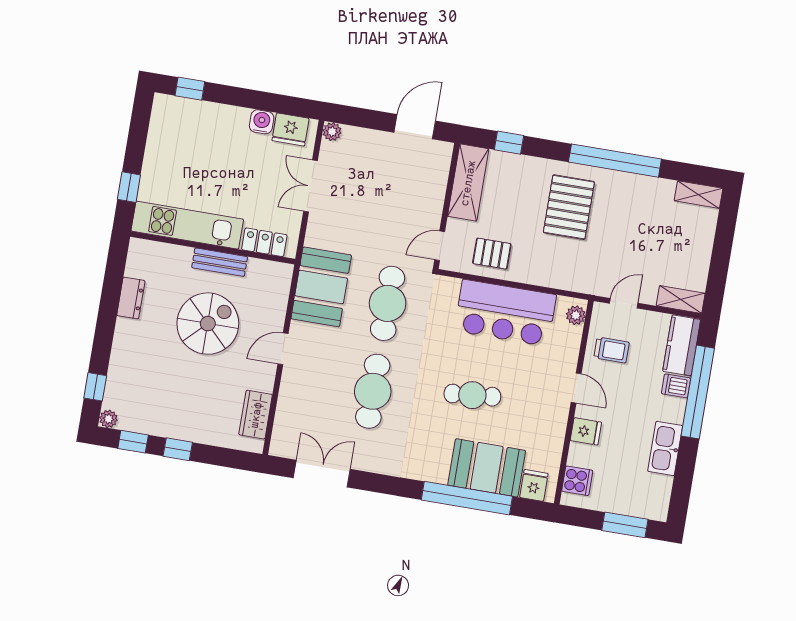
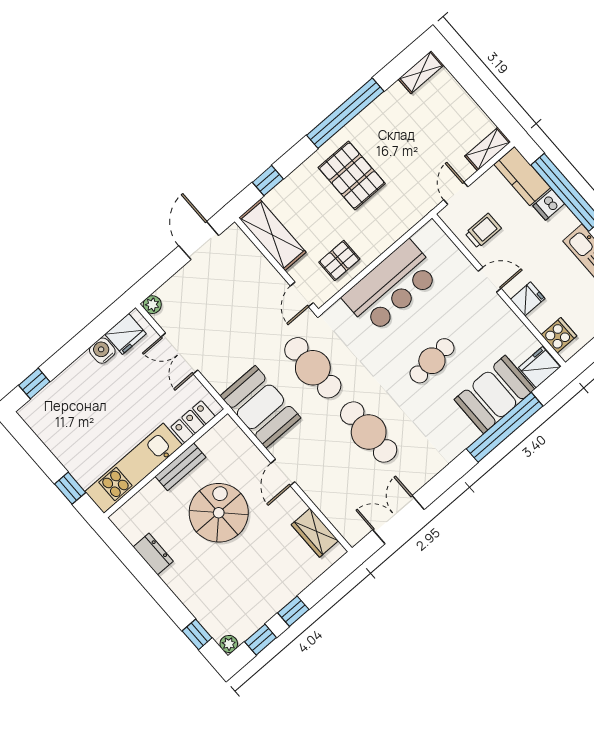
plant: (576, 315) -> (436, 236), removed
fridge: (534, 485) -> (539, 367), width x1.38

